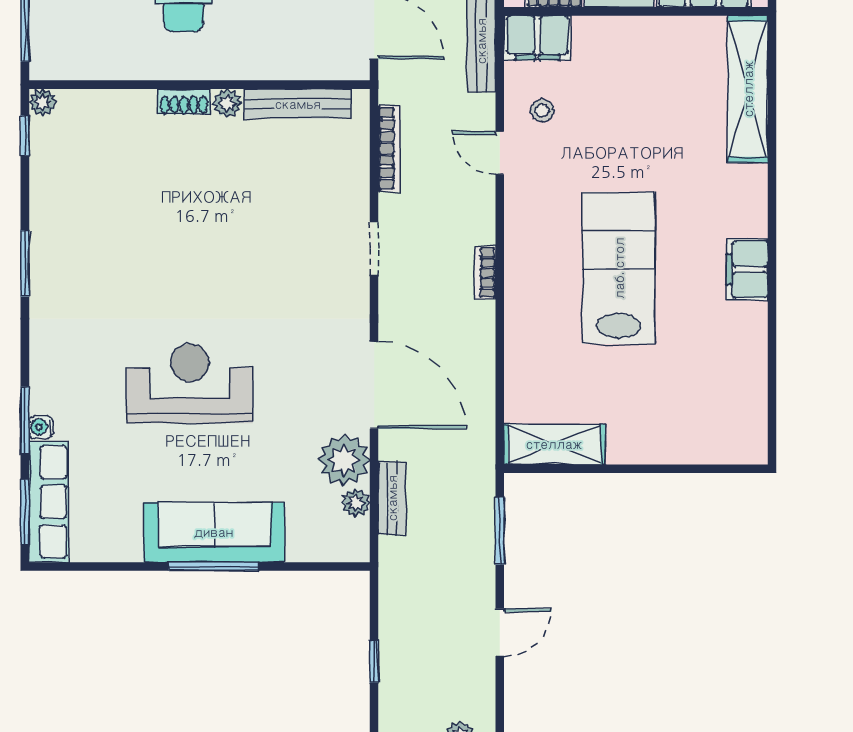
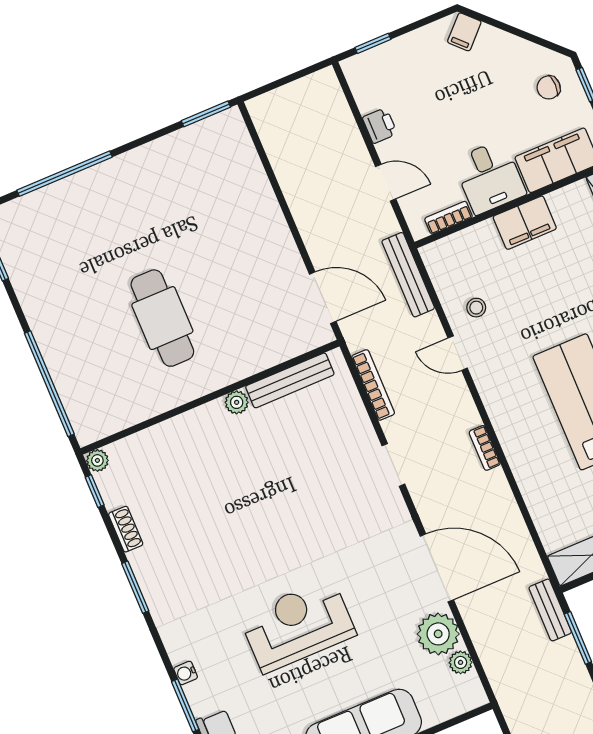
filing cabinet: (537, 38) -> (525, 223), moved
shoe rack: (184, 102) -> (126, 529), moved, turned -90
water cooler: (41, 427) -> (186, 673), moved
bench: (392, 498) -> (550, 610), moved

